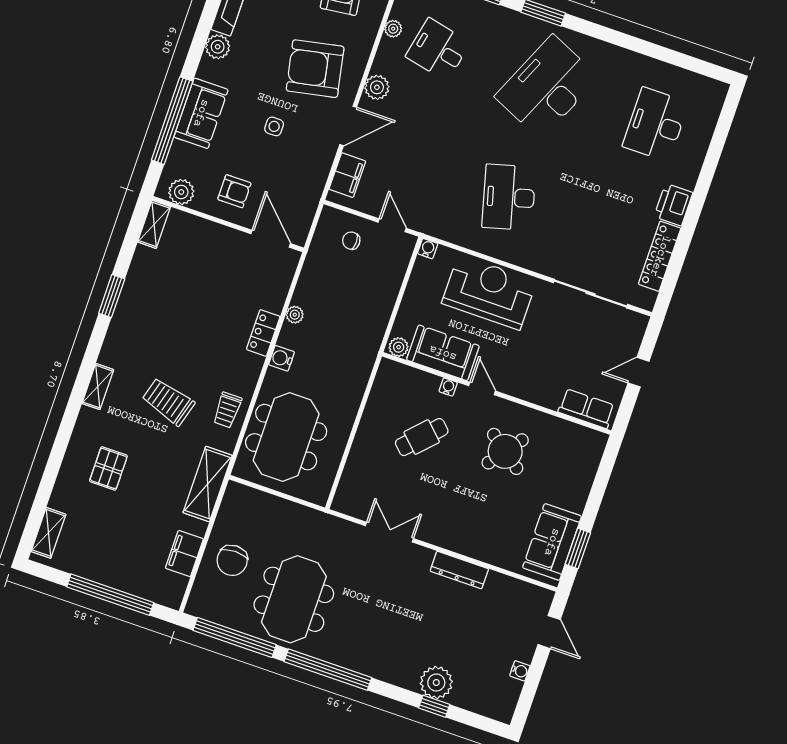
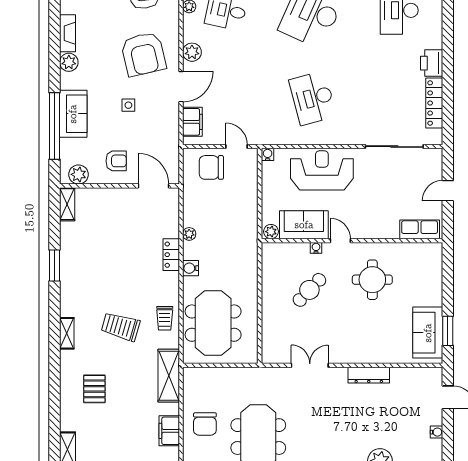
armchair: (315, 69) -> (143, 54), turned -92
chair: (351, 241) -> (211, 167), width x1.87, depth x1.87
round table: (505, 451) -> (372, 280), turned -37

